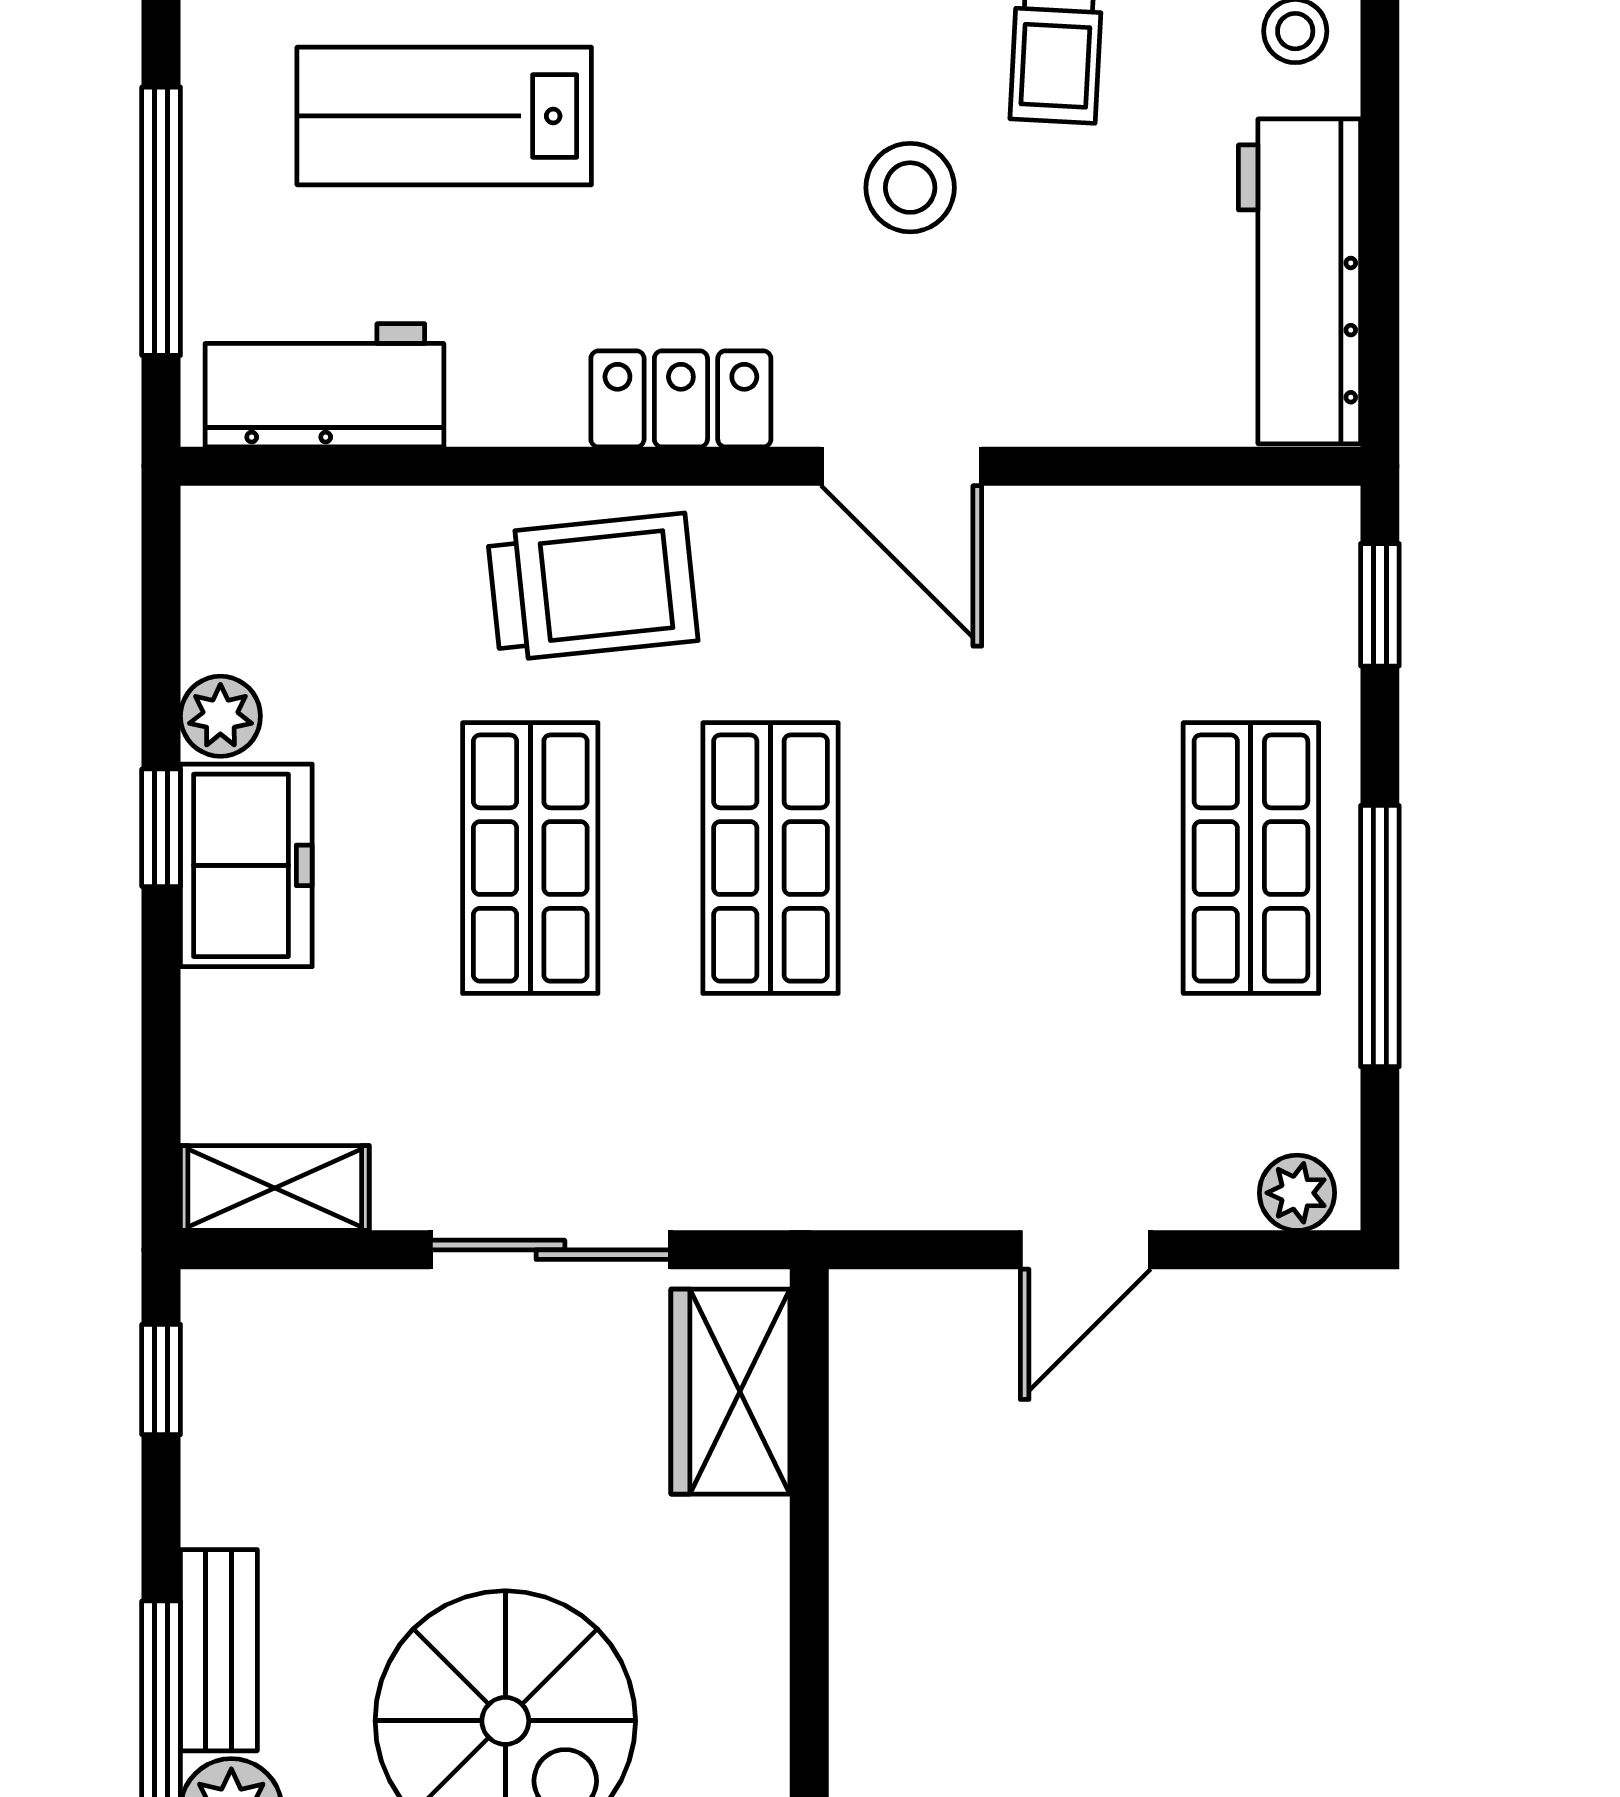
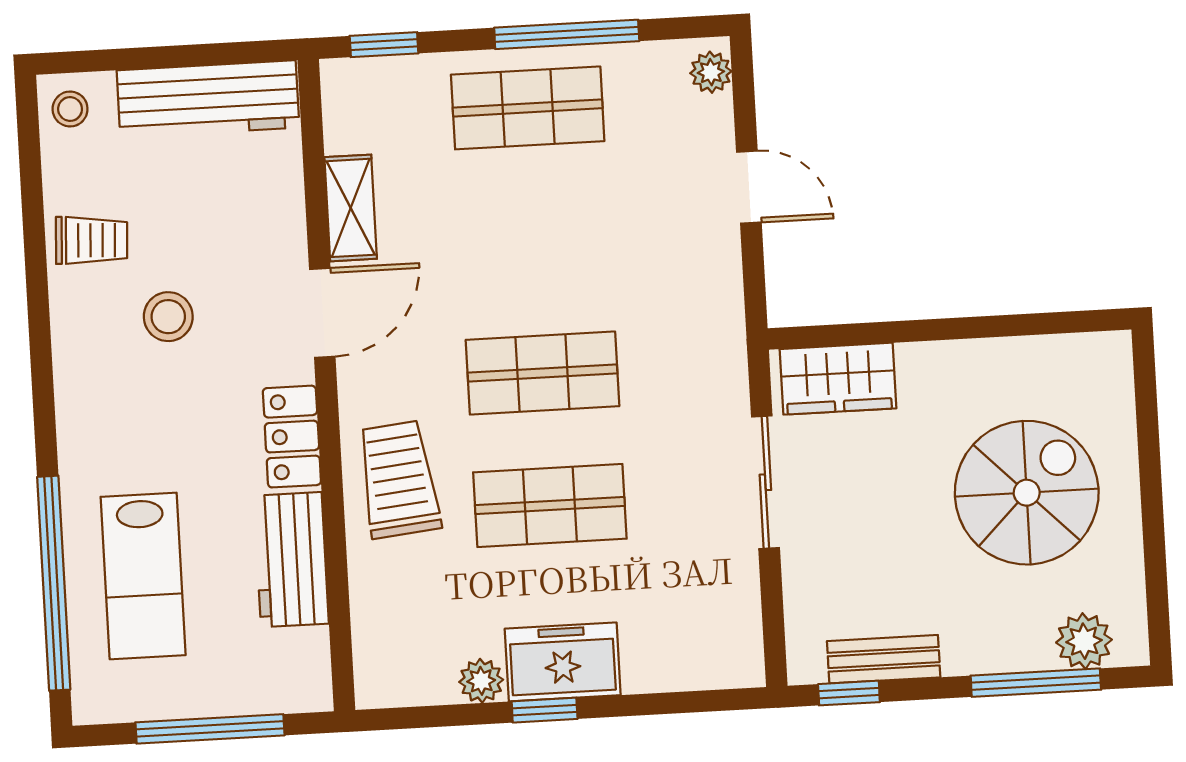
workbench: (324, 385) -> (291, 560), moved
shelving: (275, 1188) -> (351, 208), moved
bench: (219, 1650) -> (884, 659), moved

